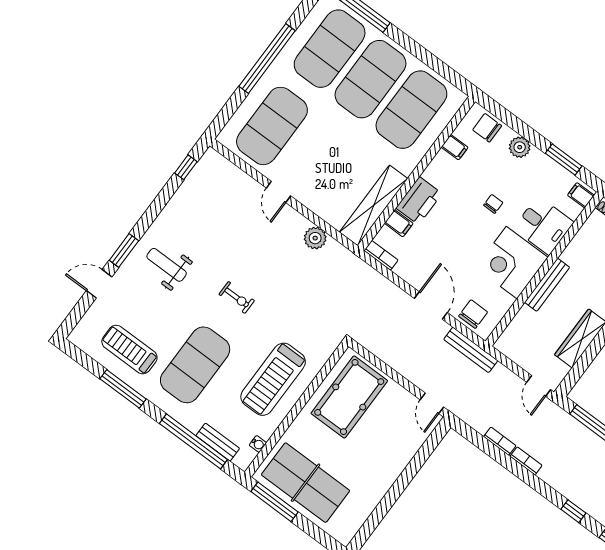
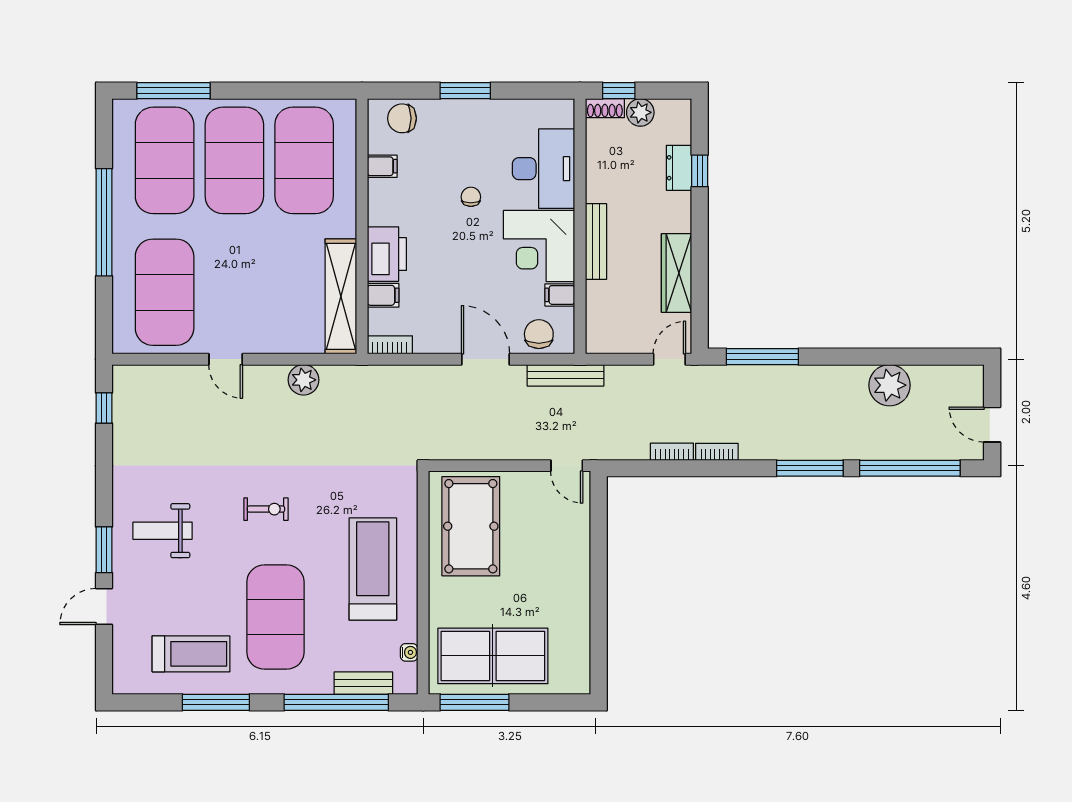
plant: (520, 147) -> (453, 113), removed
window: (564, 160) -> (465, 91), moved
filing cabinet: (581, 195) -> (560, 295), moved
desk: (543, 225) -> (544, 169), width x1.37
treadmill: (129, 350) -> (191, 654), turned 180
treadmill: (273, 379) -> (373, 569), turned 180
door: (539, 386) -> (669, 359), swing flipped
window: (573, 511) -> (810, 468), width x2.17

